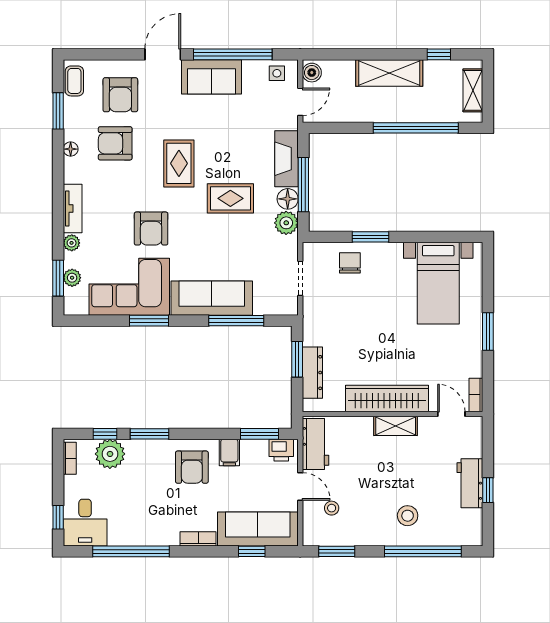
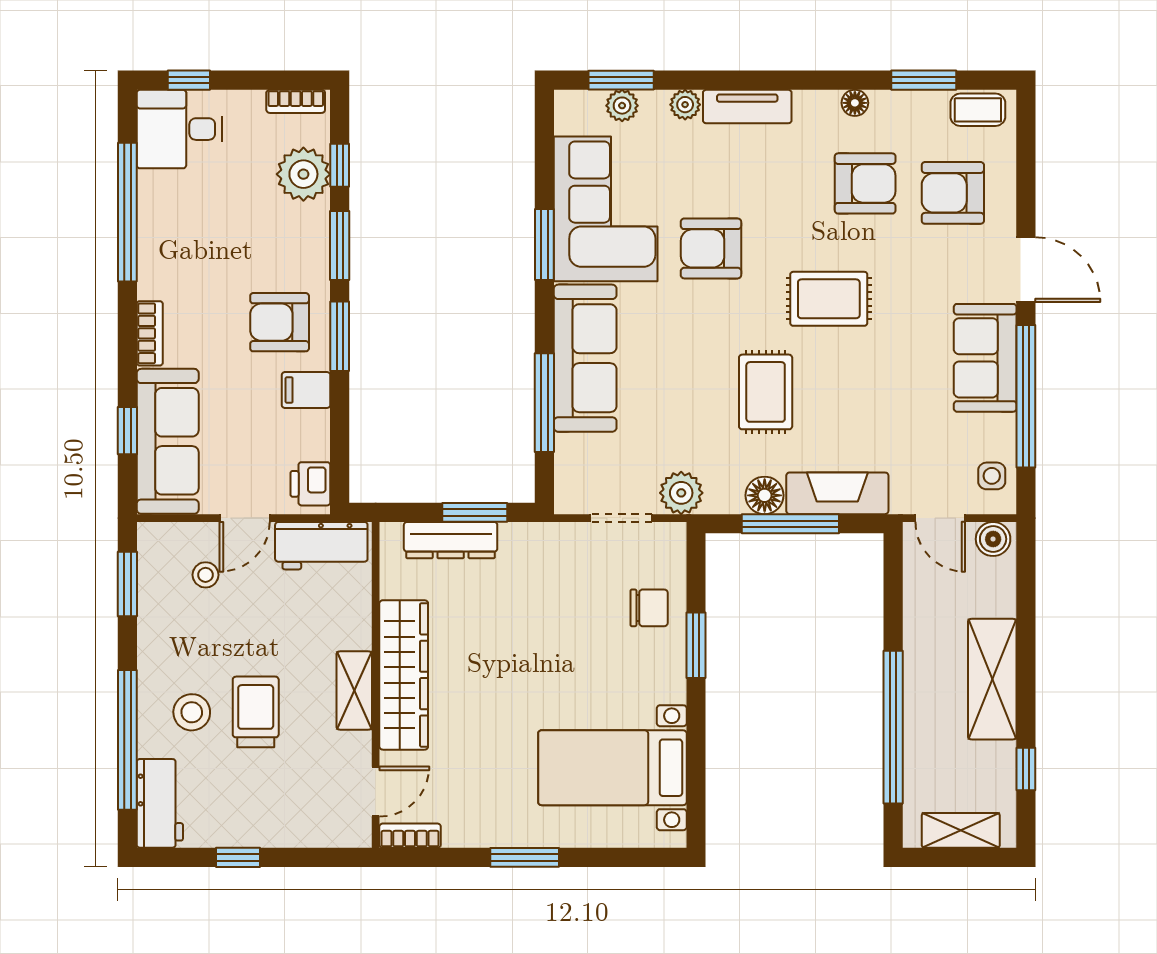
armchair: (115, 143) -> (865, 183), turned 90
plant: (286, 223) -> (681, 493), moved
window: (260, 434) -> (340, 336), moved
trolley: (407, 480) -> (256, 712), added
workbench: (470, 483) -> (160, 803), moved, turned 90

